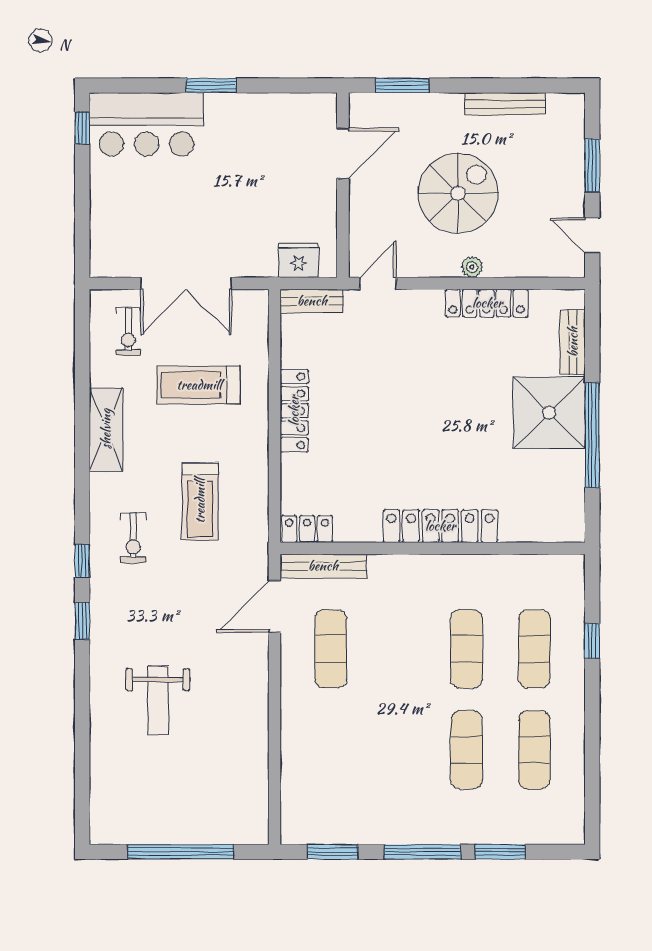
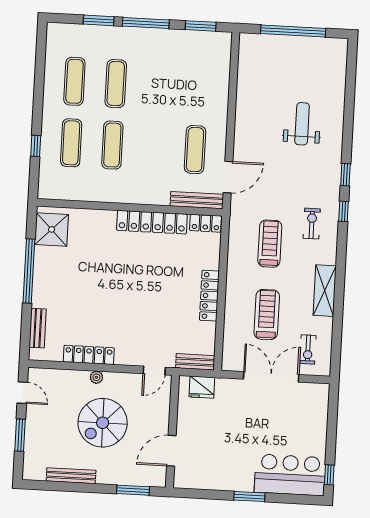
exercise bike: (128, 331) -> (308, 349), turned 180
treadmill: (199, 385) -> (267, 315), turned -90
shower: (549, 413) -> (52, 229), moved, width x0.73, depth x0.73
locker: (440, 526) -> (152, 222), moved

